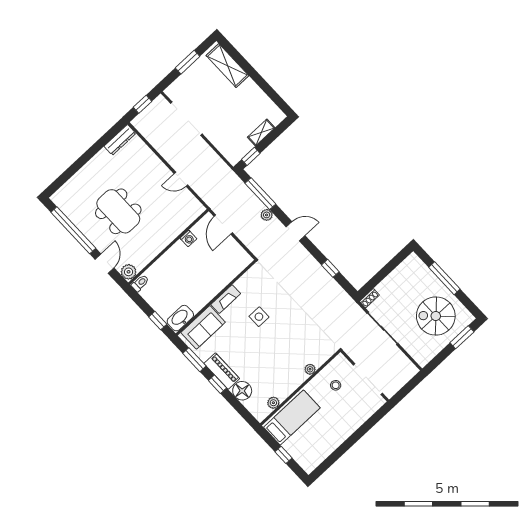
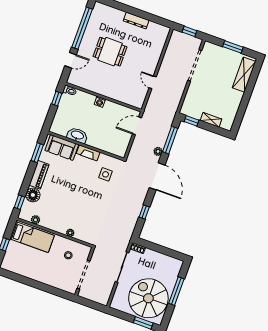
dresser: (120, 140) -> (136, 21), moved
dining table: (118, 211) -> (110, 52), width x0.73
door: (296, 231) -> (157, 176), width x1.88
washing machine: (188, 238) -> (100, 102), moved
plant: (129, 272) -> (73, 79), removed
spiral stairs: (436, 316) -> (148, 298), width x1.37, depth x1.37
side table: (259, 317) -> (106, 174), moved
washbasin: (180, 318) -> (77, 135), moved
window: (158, 321) -> (57, 99), moved
window: (217, 384) -> (19, 202), moved

